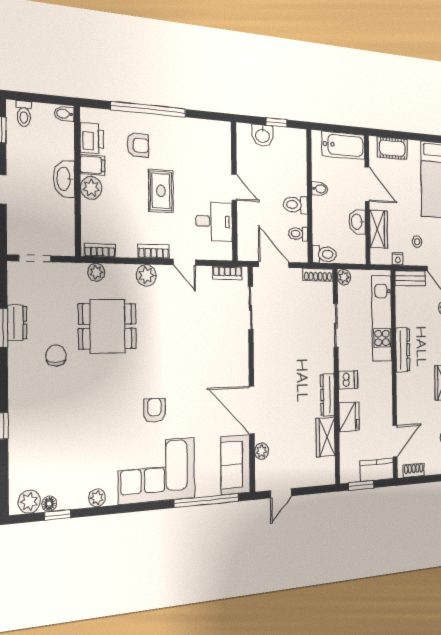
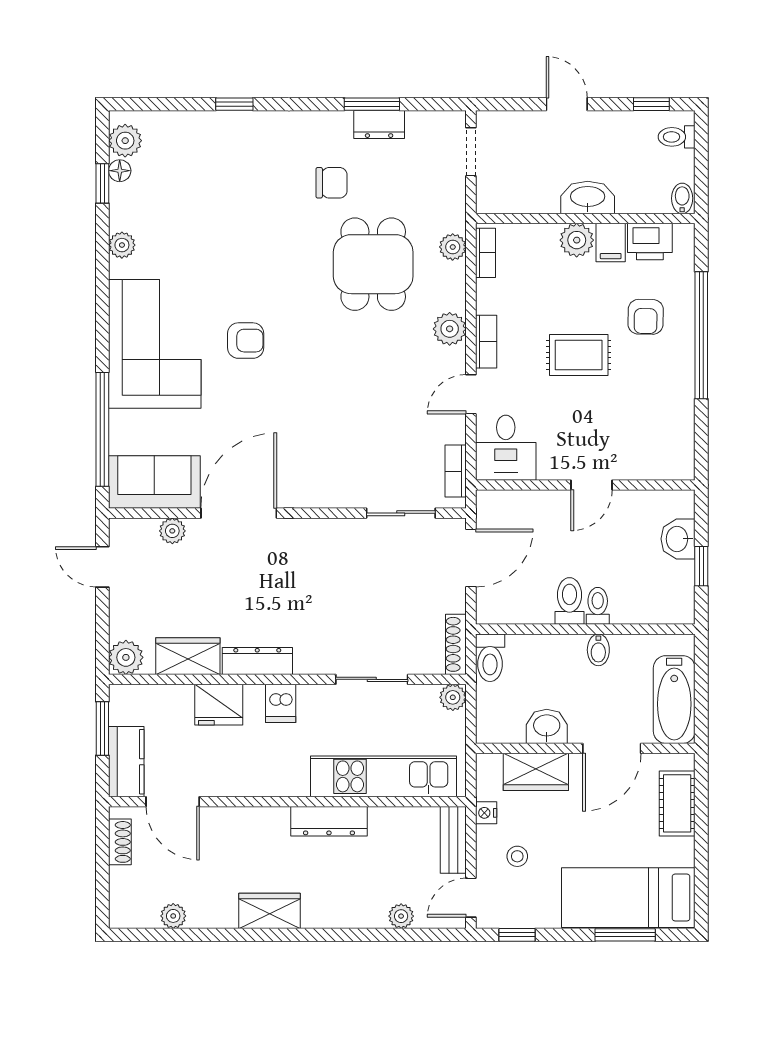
desk: (214, 221) -> (506, 448), moved
toilet: (298, 234) -> (598, 606), moved
plant: (327, 475) -> (126, 657), added

